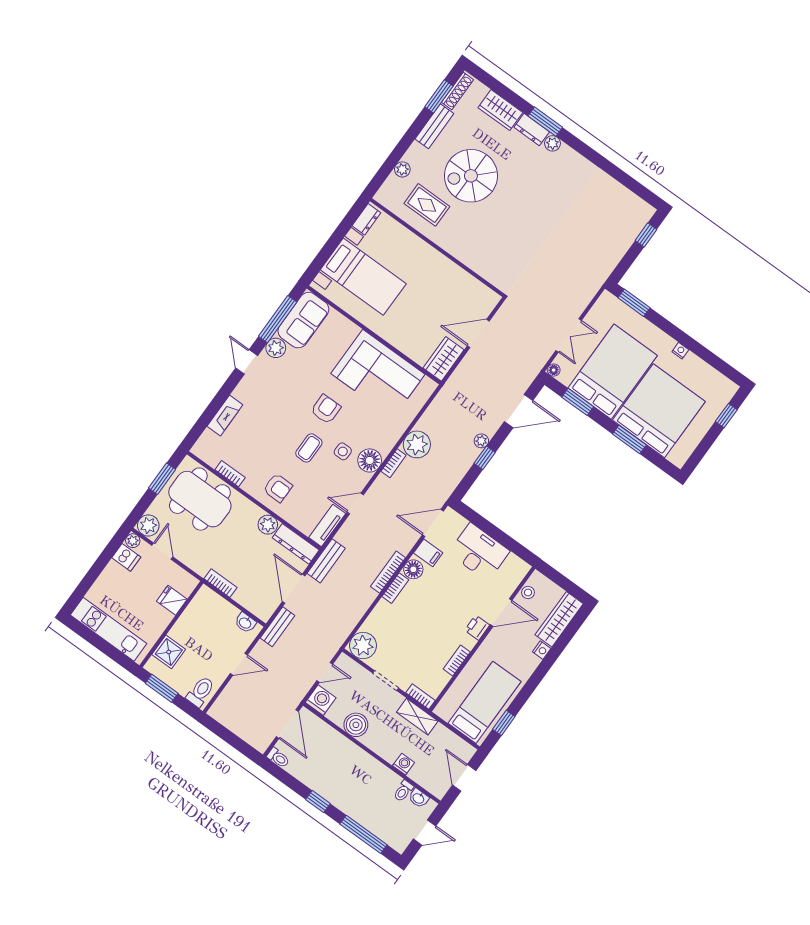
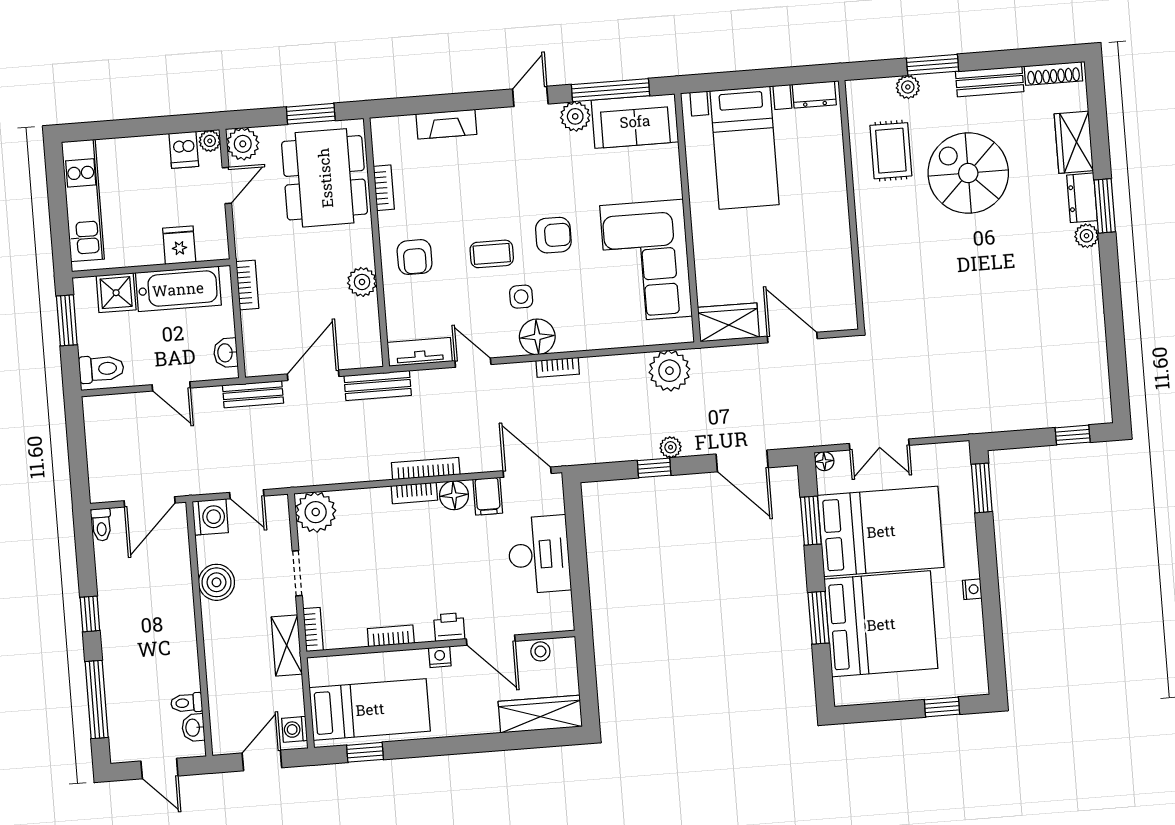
window: (439, 96) -> (933, 65), moved
plant: (417, 444) -> (669, 371), moved
dresser: (296, 544) -> (367, 333), removed
bathtub: (193, 619) -> (178, 289), added
nightstand: (542, 650) -> (440, 657), moved, turned 180
washing machine: (404, 764) -> (295, 729), moved, turned 180

